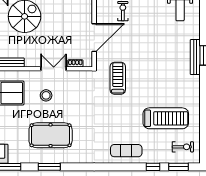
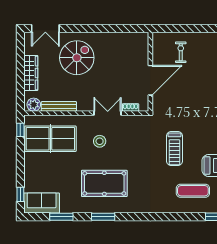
treadmill: (118, 78) -> (174, 149), moved, turned 180
exercise mat: (126, 151) -> (193, 191), moved

